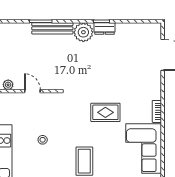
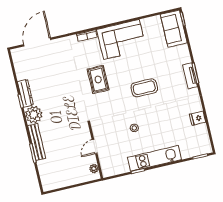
dresser: (105, 28) -> (25, 93), width x1.44

